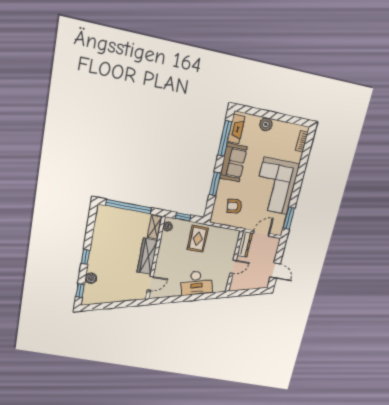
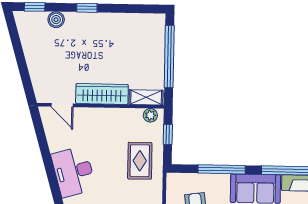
window: (215, 184) -> (222, 169), width x1.44
rug: (198, 239) -> (140, 161), turned 90

